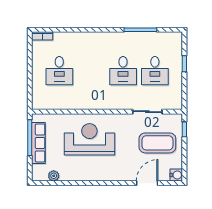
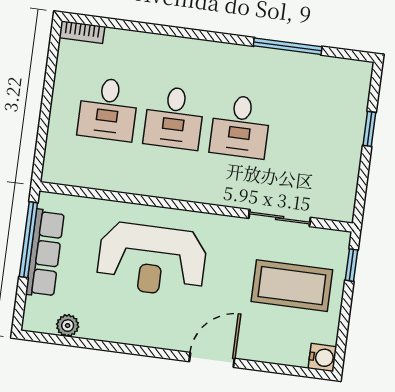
desk: (155, 71) -> (174, 118), moved
reception desk: (89, 139) -> (152, 260), turned 180
door: (147, 183) -> (212, 360), moved

